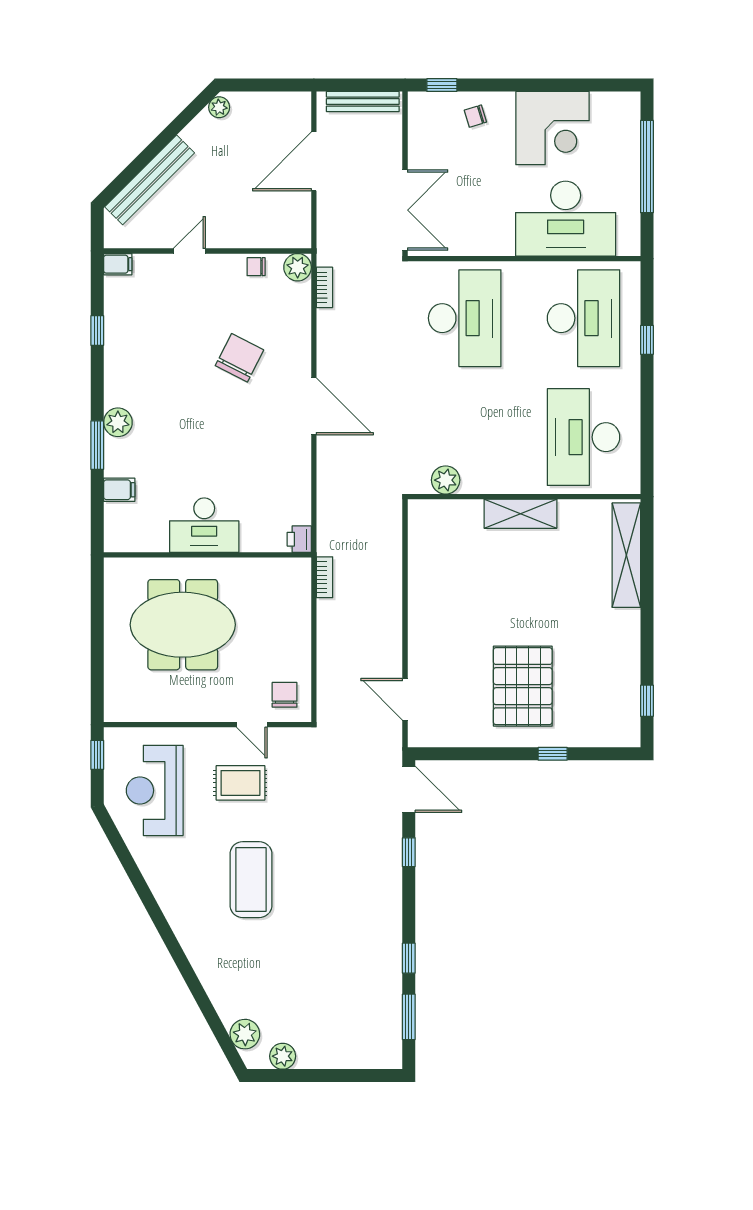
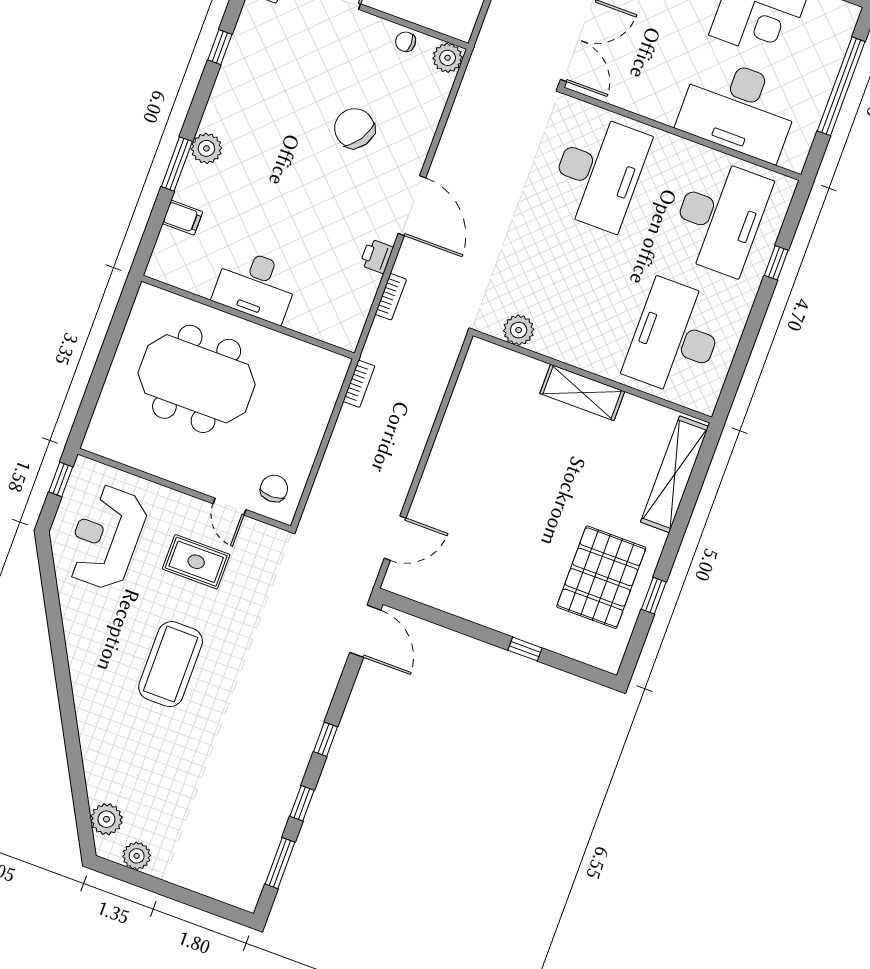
bookcase: (324, 287) -> (391, 297), moved
chair: (239, 358) -> (354, 128), turned -84
printer: (299, 539) -> (377, 256), moved
pallet: (523, 686) -> (601, 577), moved
door: (405, 699) -> (395, 538), swing flipped
window: (647, 701) -> (654, 596), moved
window: (409, 852) -> (326, 739), moved

